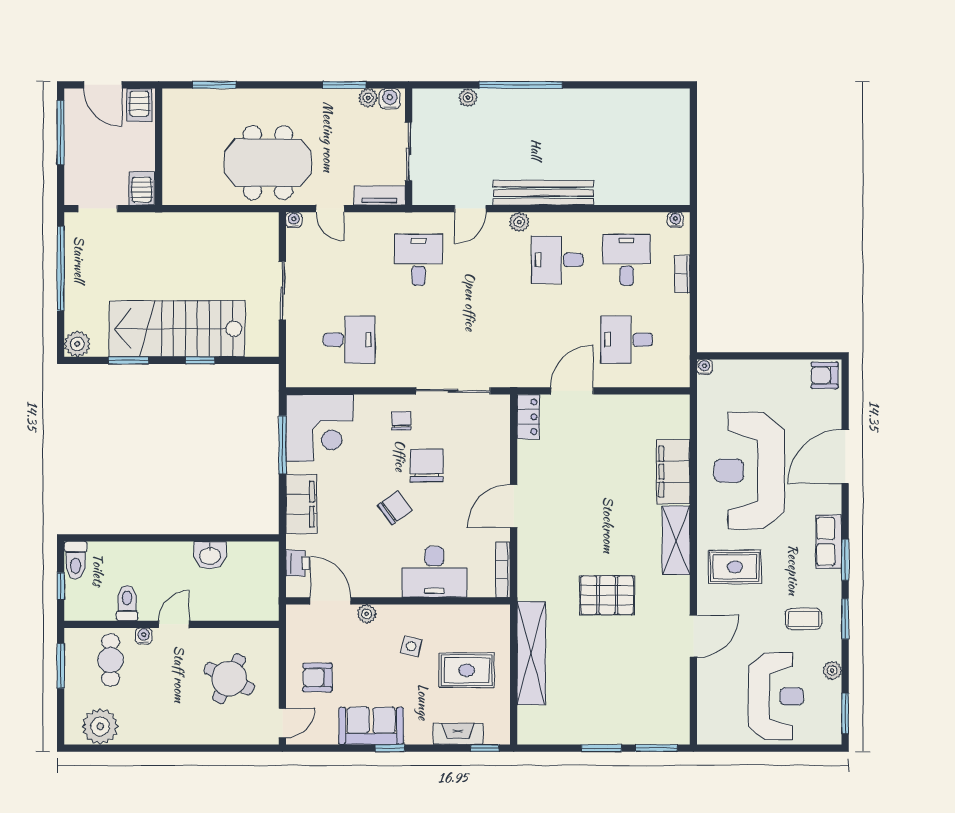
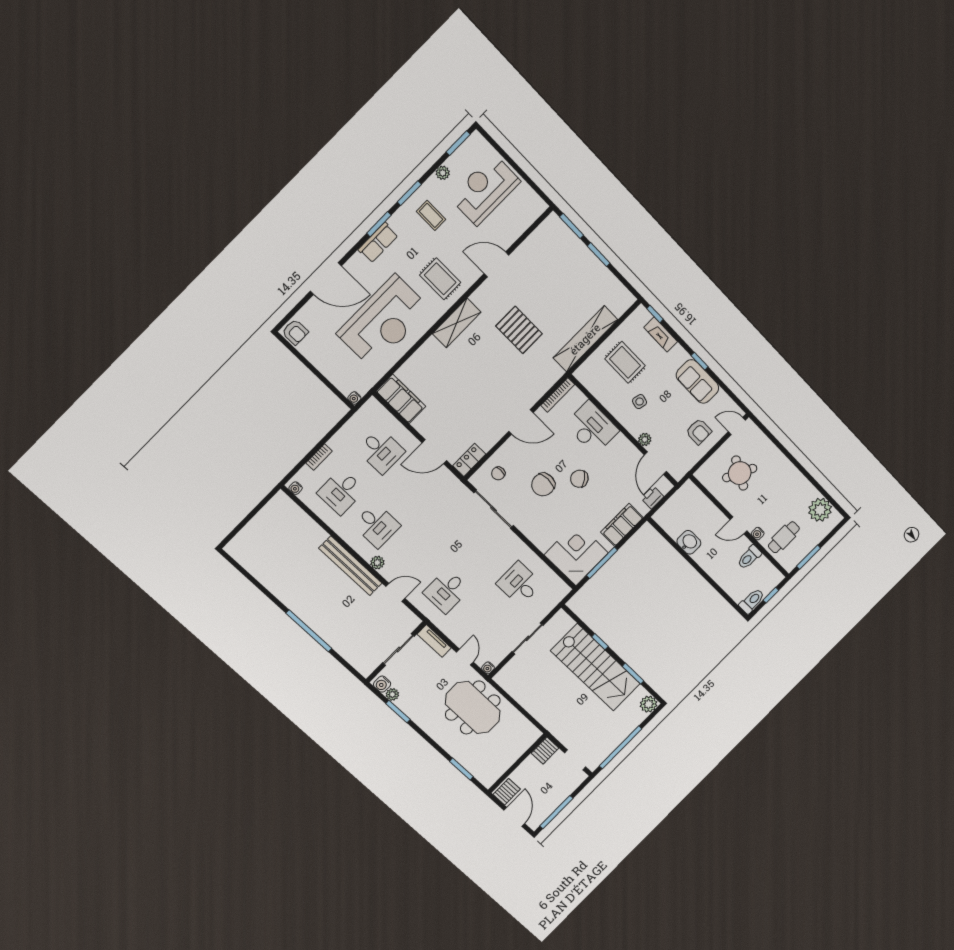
plant: (468, 98) -> (342, 649), removed
chair: (401, 421) -> (498, 473), moved
filing cabinet: (673, 472) -> (401, 399), moved, turned -90

